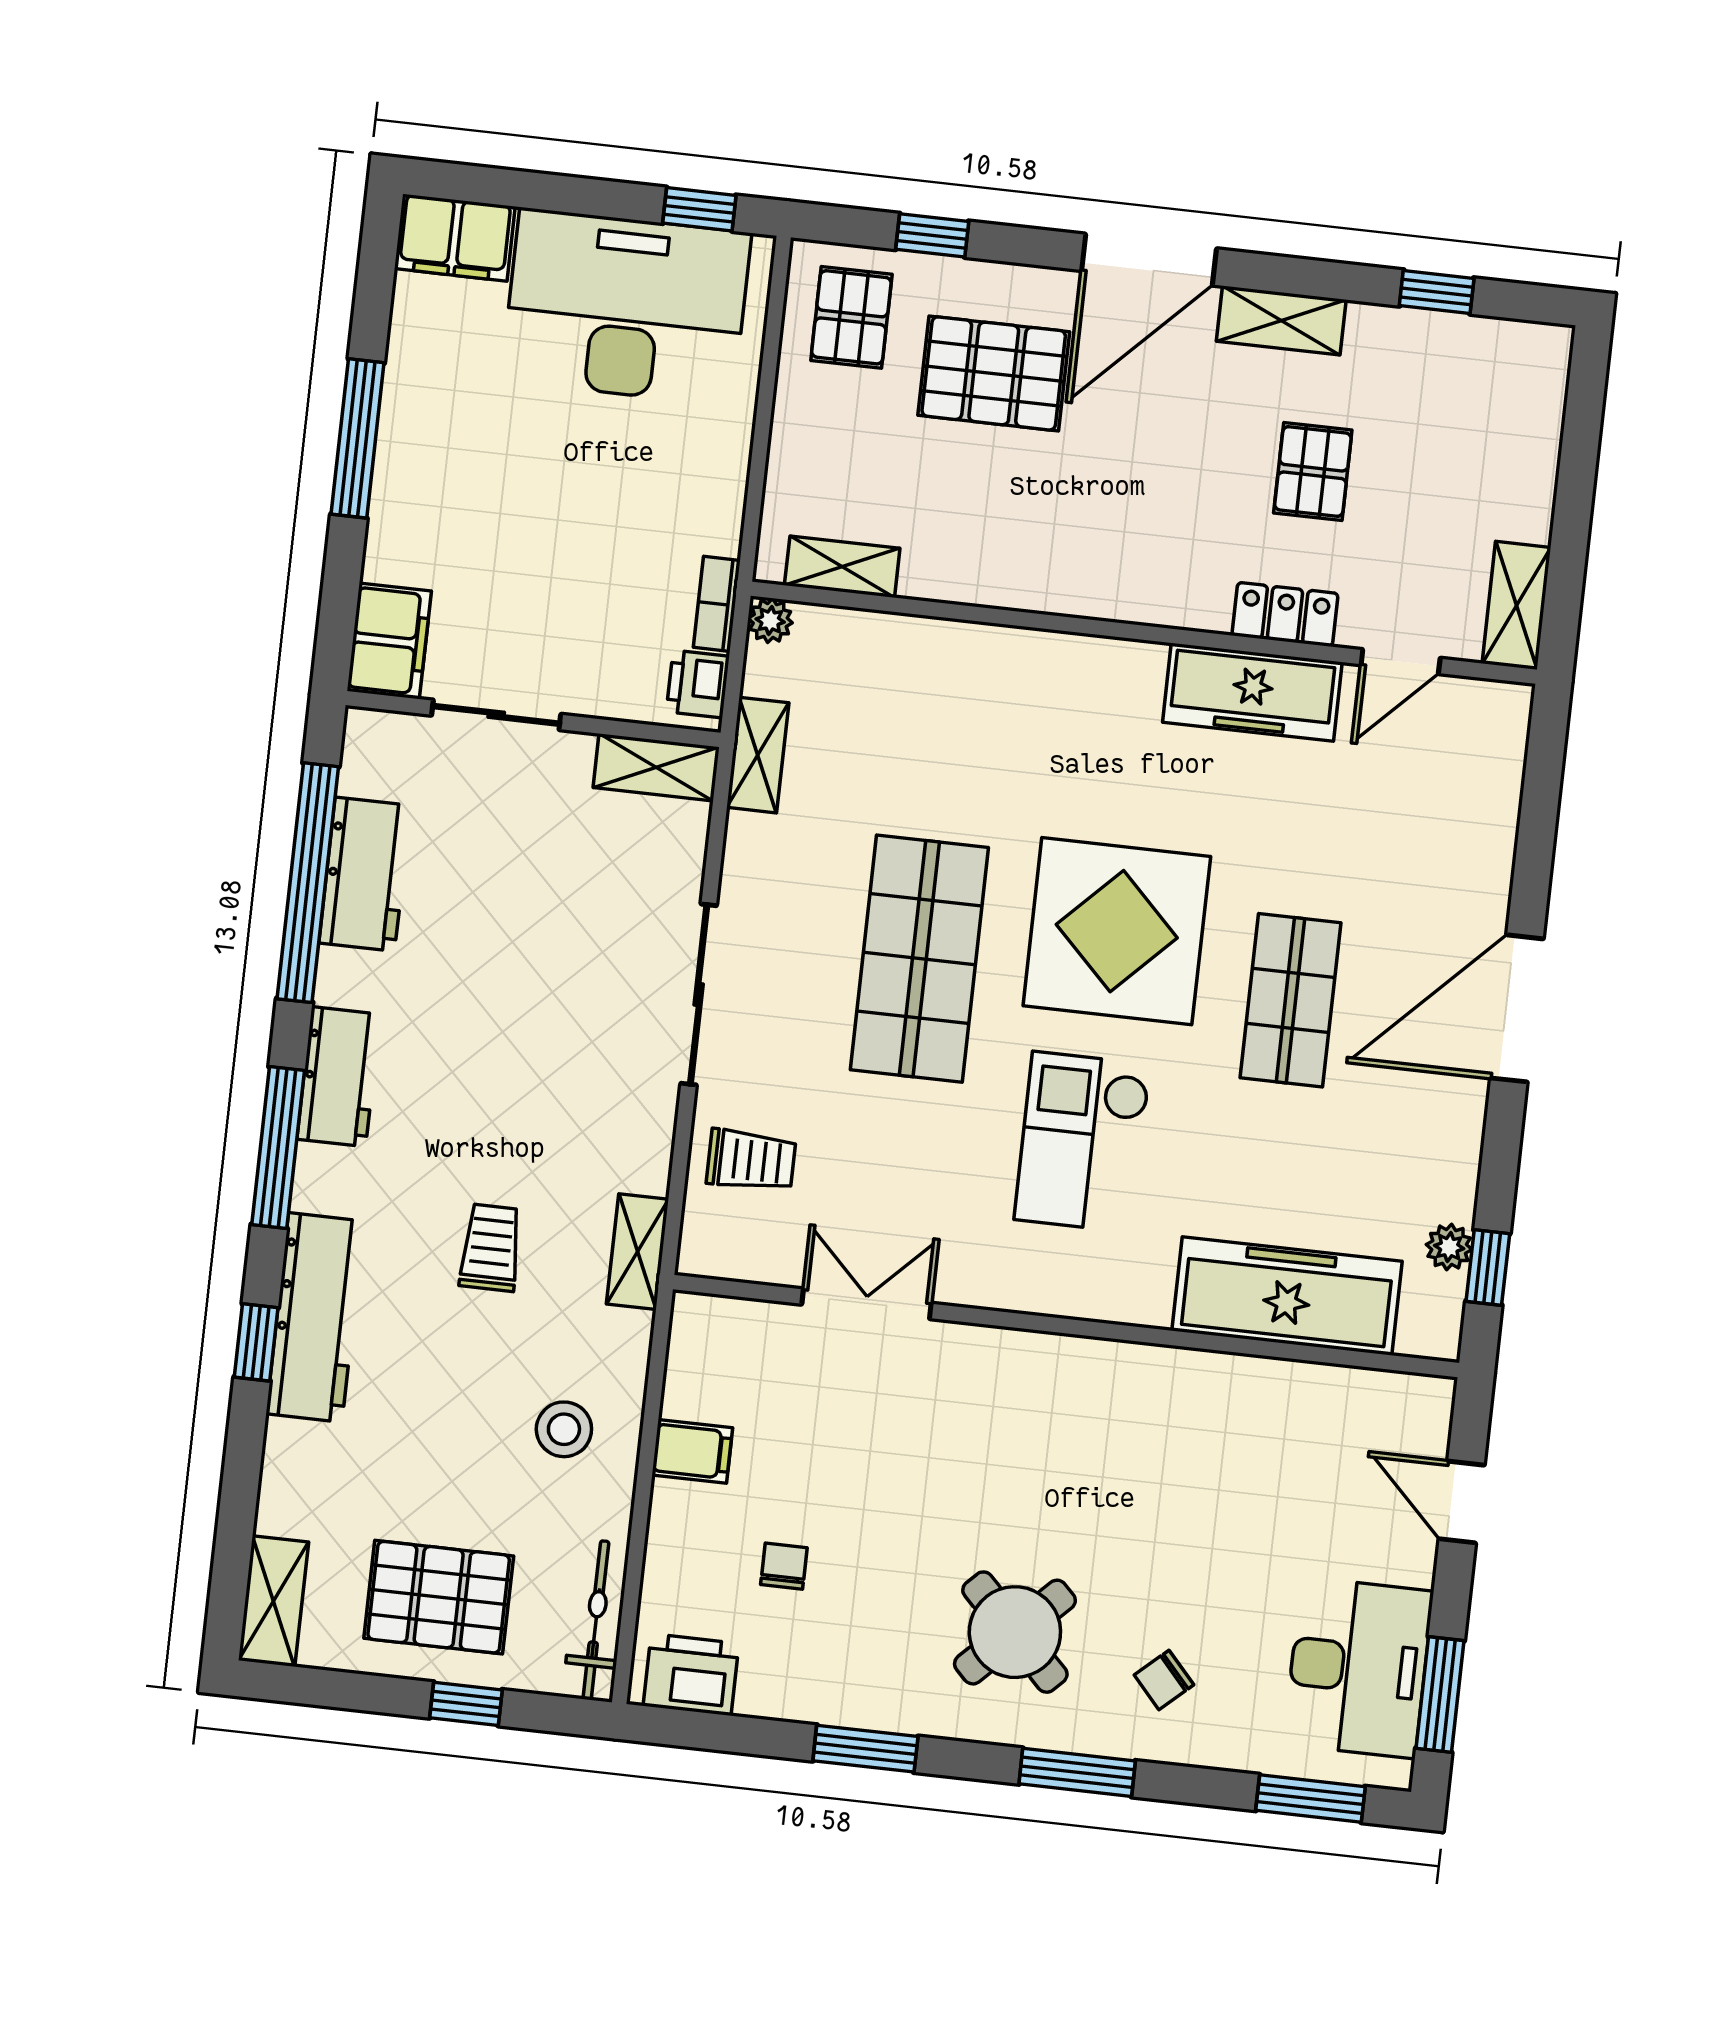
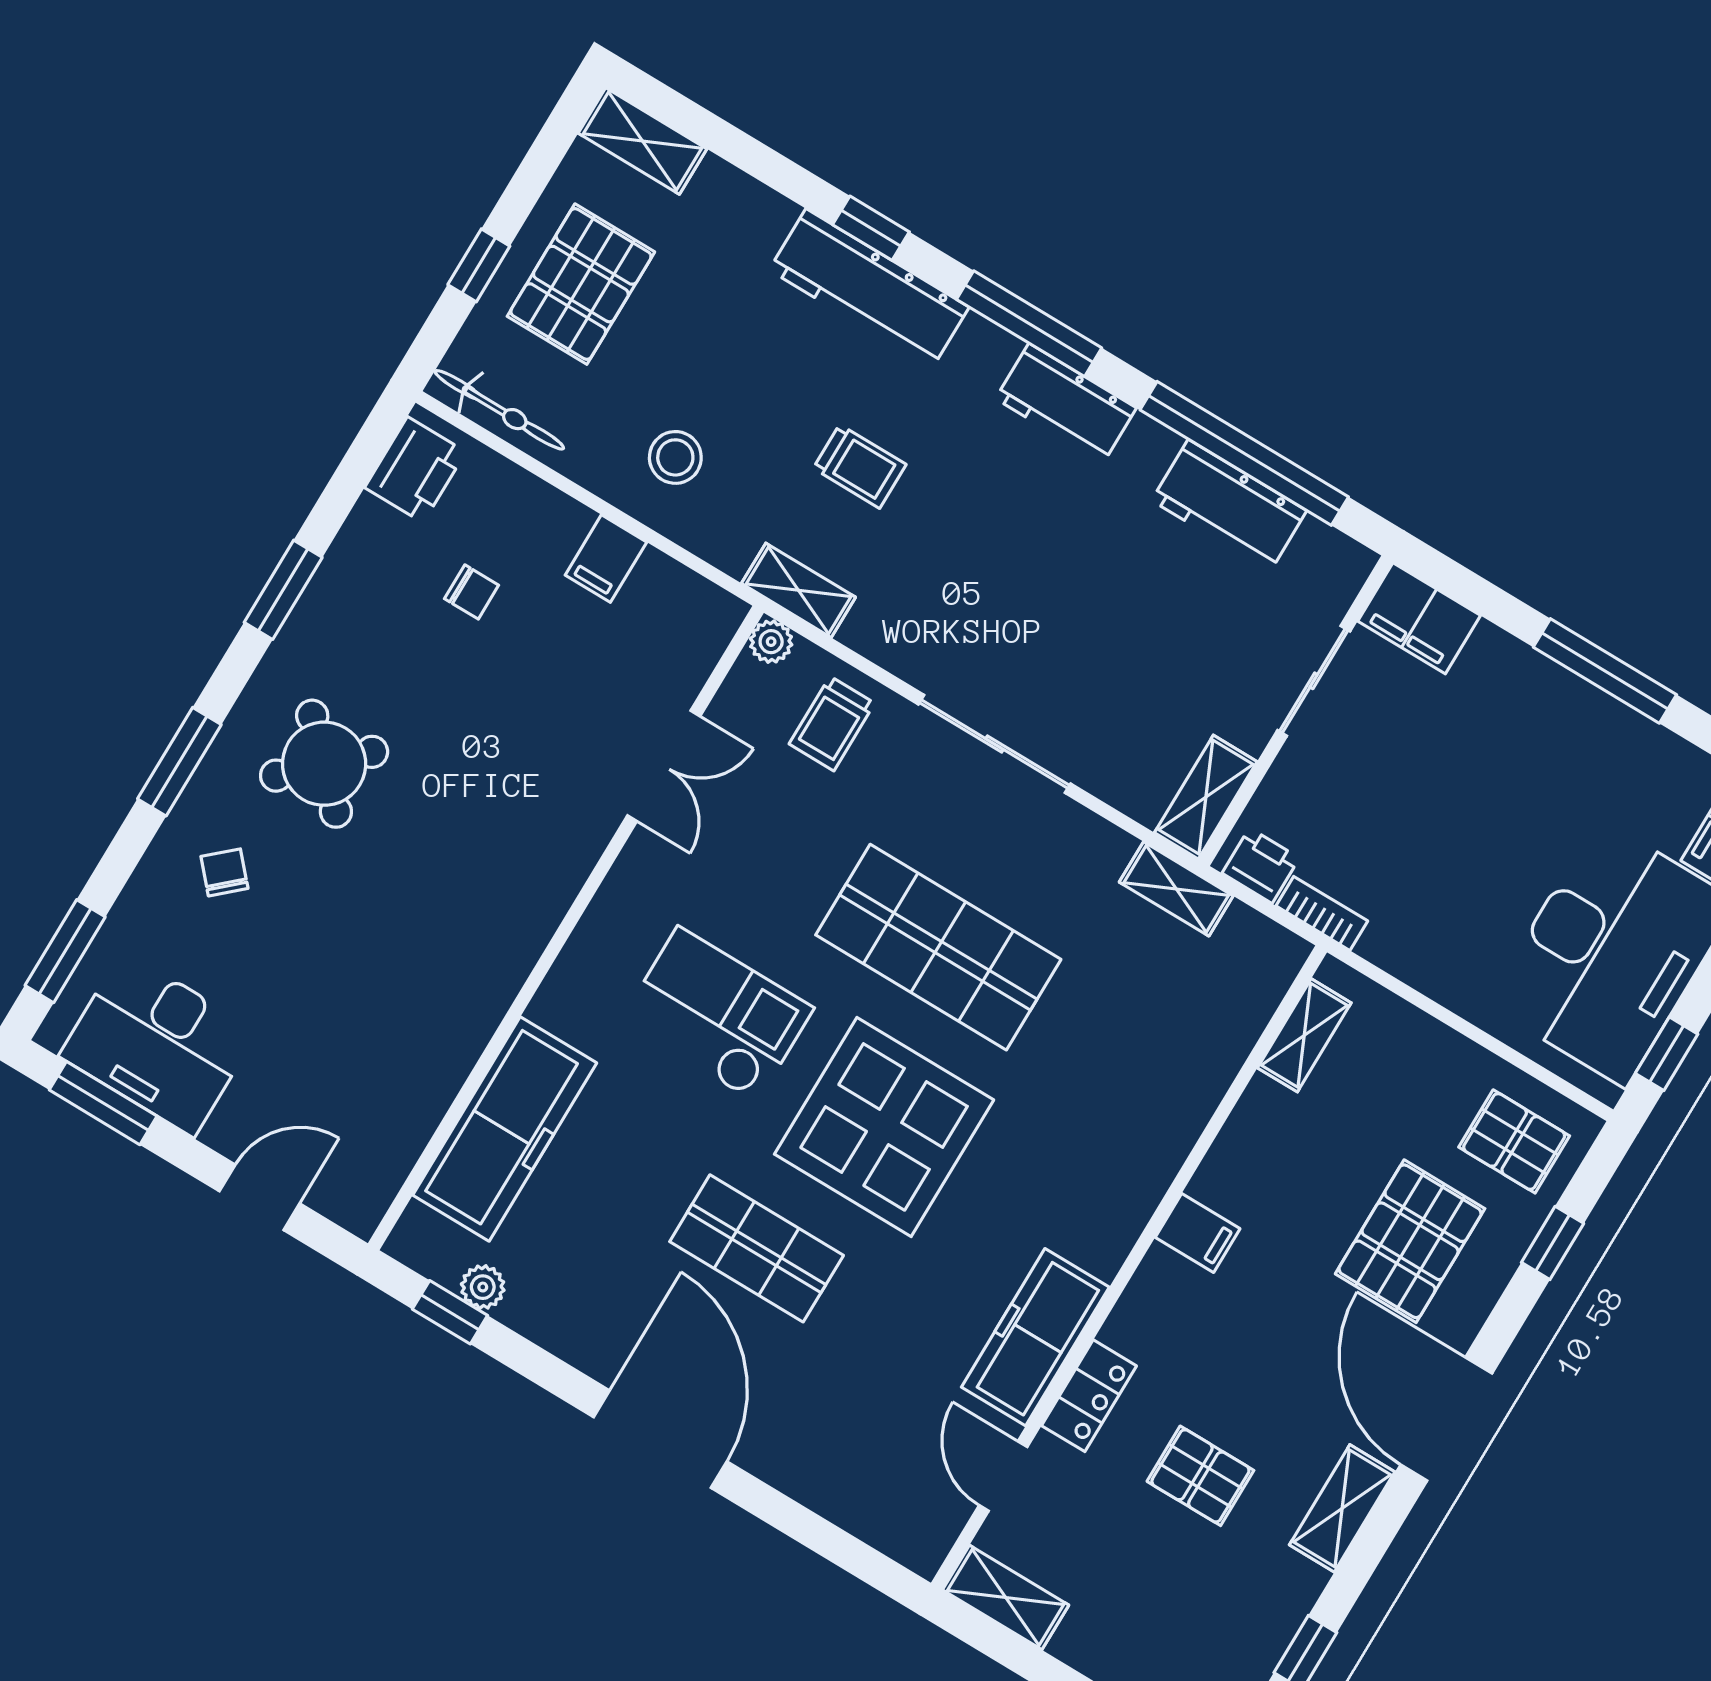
filing cabinet: (1080, 582) -> (1198, 1233), added
plant: (770, 621) -> (771, 642), moved

